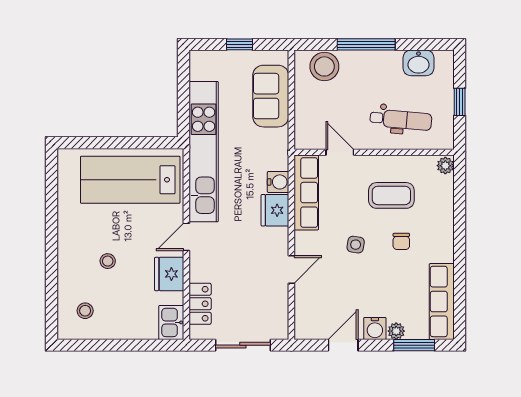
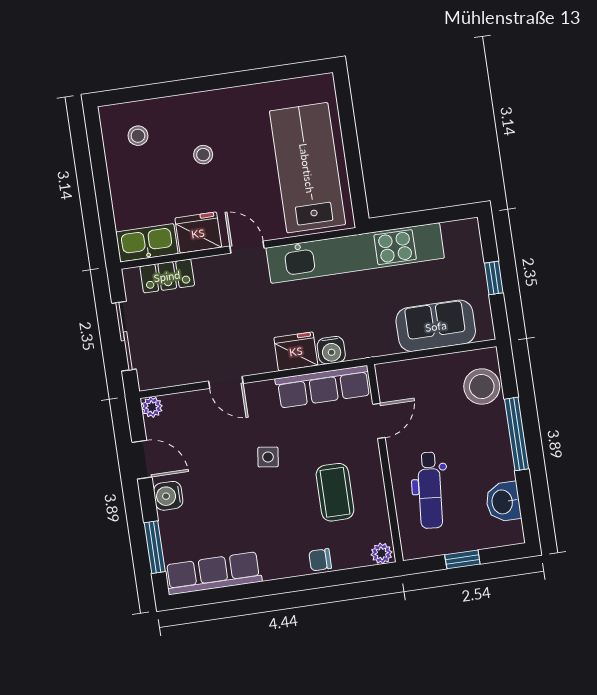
chair: (401, 241) -> (320, 560), moved
kitchen sink: (171, 322) -> (147, 243), width x1.38
plant: (396, 331) -> (152, 407), moved

